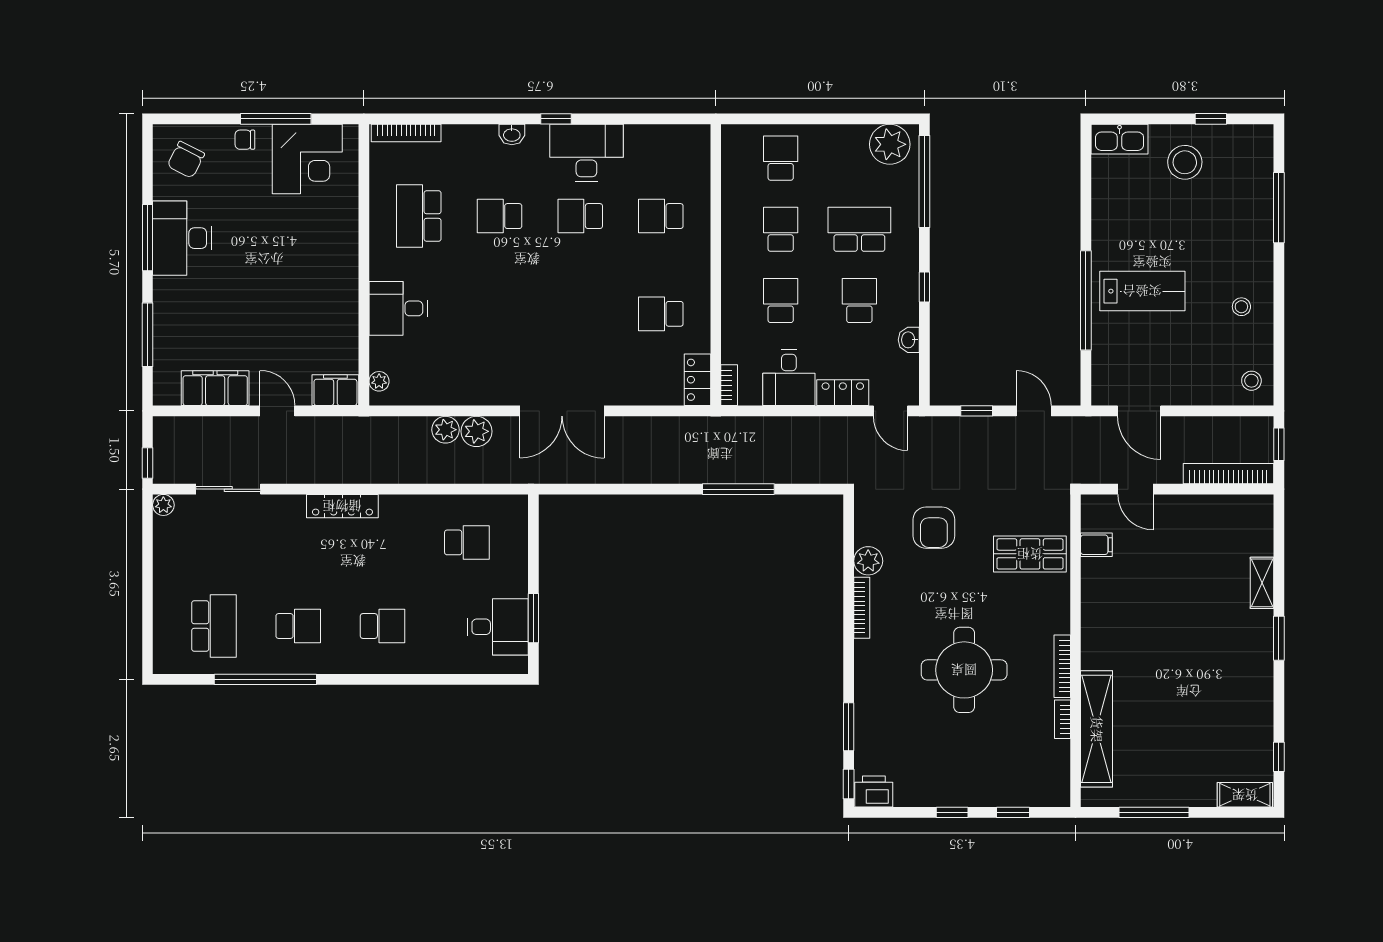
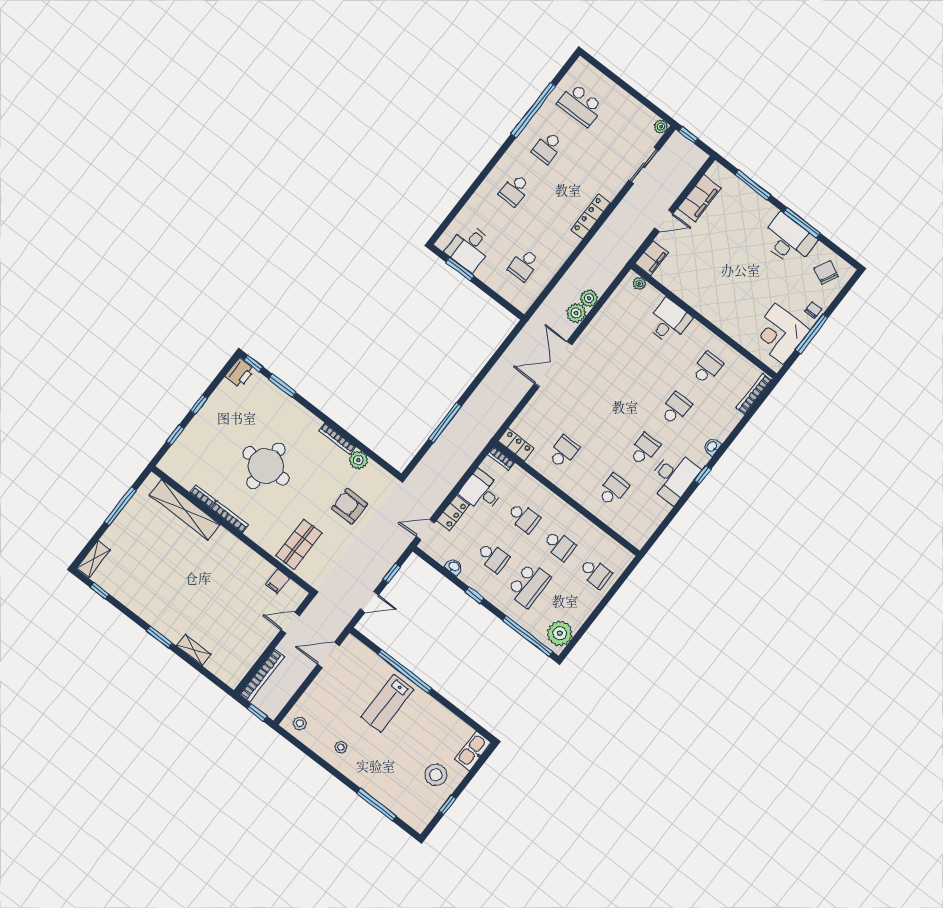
school desk: (419, 216) -> (707, 368), width x0.54

